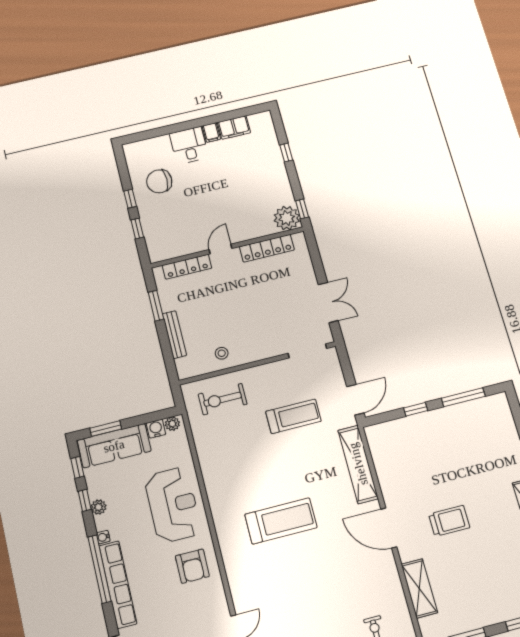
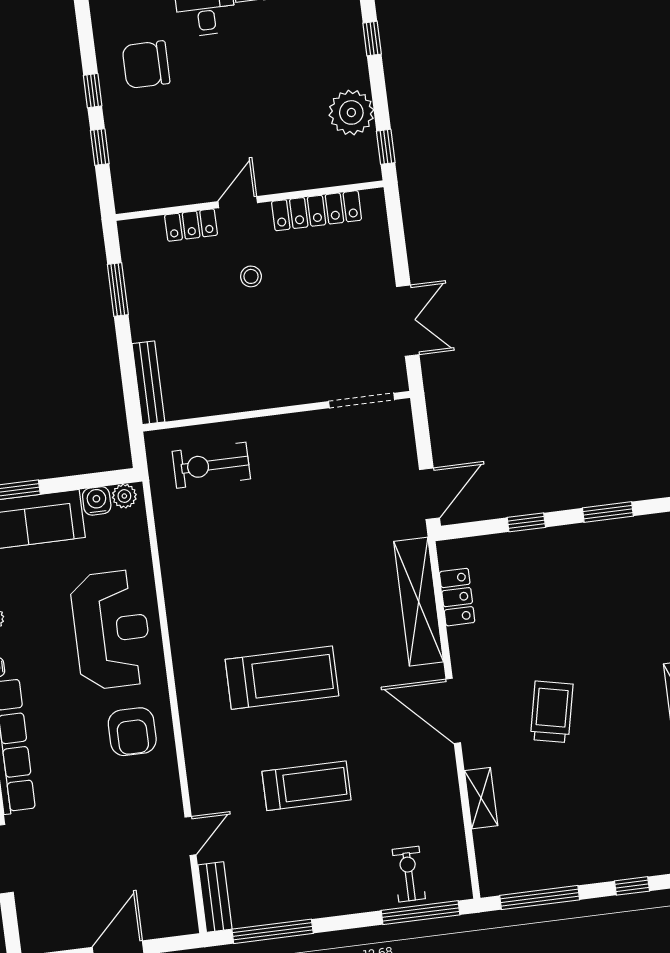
plant: (287, 218) -> (351, 112), moved
locker: (187, 267) -> (191, 225), width x0.66
bench: (174, 335) -> (148, 383), moved
stool: (222, 353) -> (251, 276), moved
window: (463, 397) -> (608, 512), width x0.69
treadmill: (293, 416) -> (306, 786), moved
locker: (381, 459) -> (457, 597), added
trolley: (449, 521) -> (552, 712), turned -78
shelving: (419, 588) -> (481, 798), width x0.67, depth x0.75

